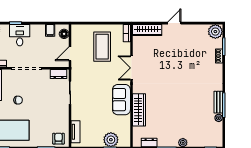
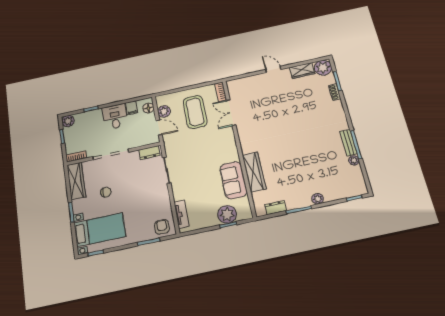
door: (174, 23) -> (273, 69), hinge flipped
wardrobe: (147, 30) -> (302, 71), moved, width x0.67
desk: (20, 35) -> (115, 117), moved
plant: (77, 40) -> (164, 111), added
door: (70, 54) -> (159, 127), swing flipped
double door: (132, 68) -> (231, 113), moved
sofa: (121, 100) -> (233, 180), moved

